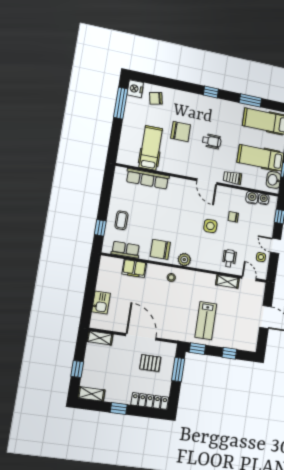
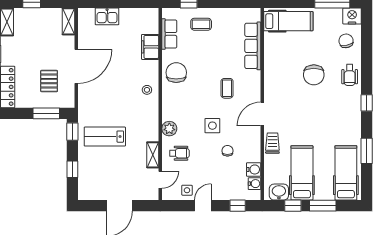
wheelchair: (212, 141) -> (350, 75), moved
hospital bed: (151, 148) -> (288, 21), moved
coffee table: (181, 208) -> (227, 88), added
plant: (184, 260) -> (169, 129), moved

